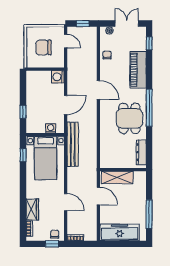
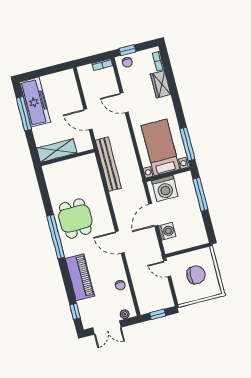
door: (66, 41) -> (167, 269), moved
washing machine: (58, 77) -> (167, 231), moved
window: (23, 112) -> (200, 194), width x2.17
washing machine: (51, 128) -> (165, 188), width x1.89, depth x1.89
bench: (73, 144) -> (108, 164), moved
dresser: (141, 152) -> (52, 183), removed
window: (23, 155) -> (187, 144), width x2.17
shelving: (117, 177) -> (57, 151), moved
freezer: (120, 232) -> (35, 102), moved, turned -90

